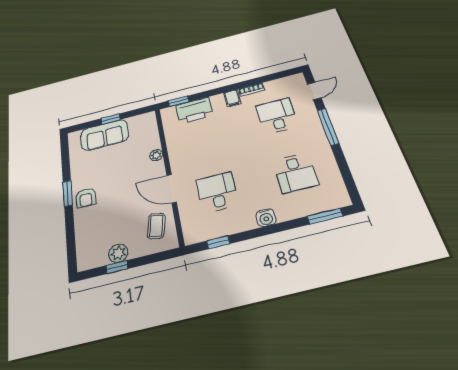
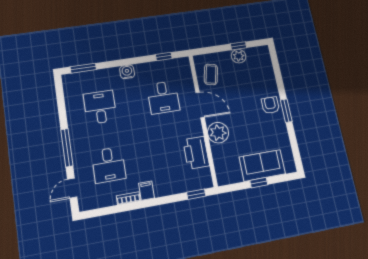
printer: (194, 110) -> (196, 153), moved, turned -90
plant: (156, 155) -> (218, 133), width x1.88, depth x1.88

